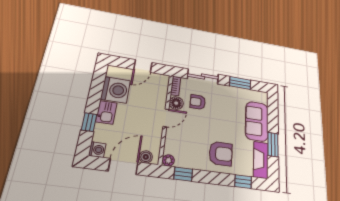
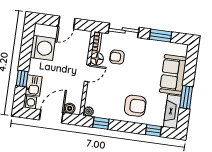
kitchen sink: (106, 112) -> (33, 86), moved

